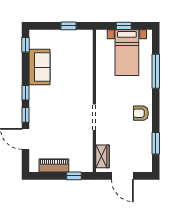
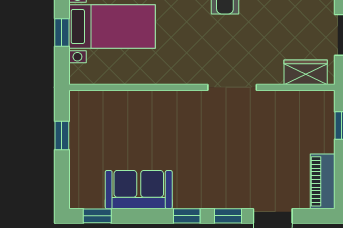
piano: (54, 166) -> (323, 181), moved

